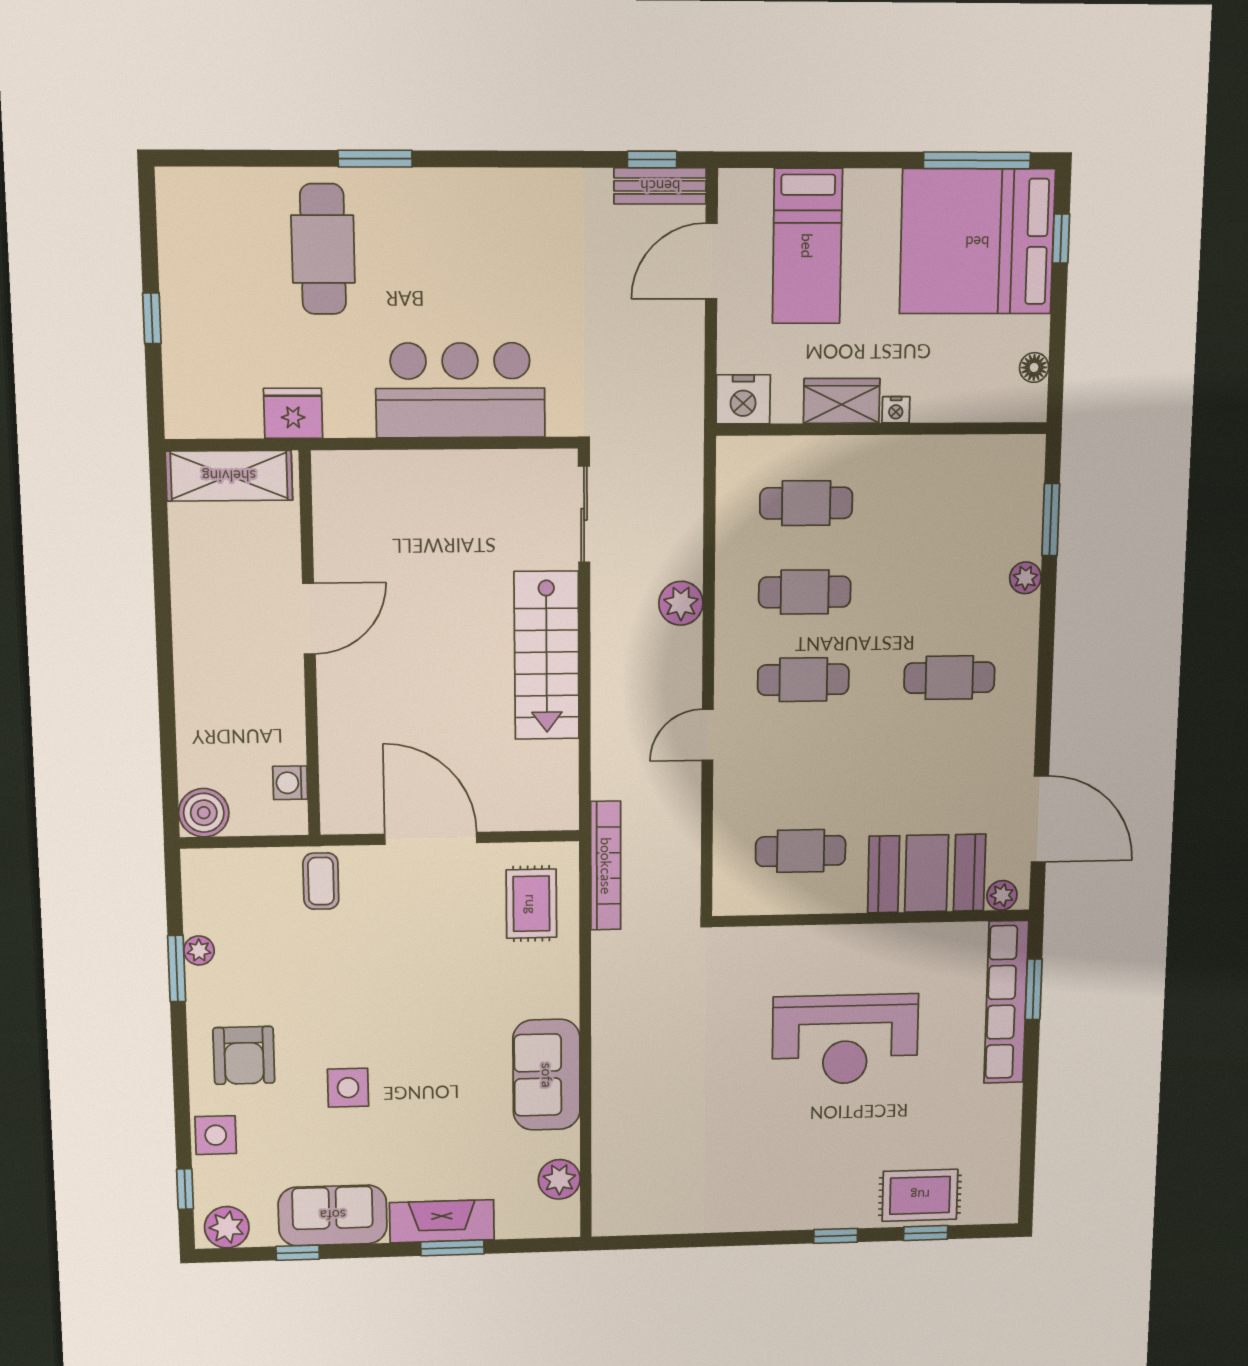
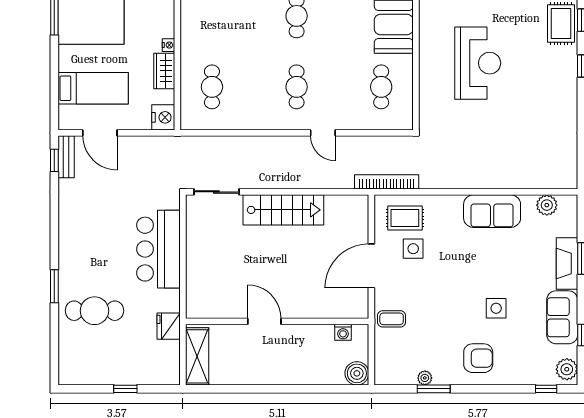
cafe table: (805, 592) -> (254, 87), removed
plant: (681, 603) -> (259, 146), removed
side table: (216, 1135) -> (413, 249), moved

